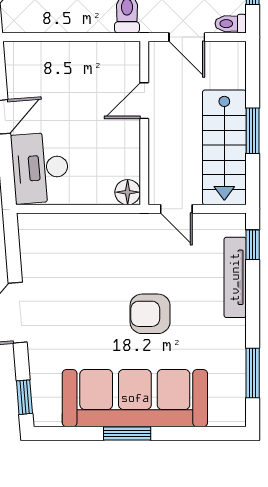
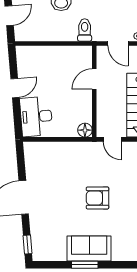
sofa: (135, 398) -> (89, 248), width x0.54, depth x0.79

